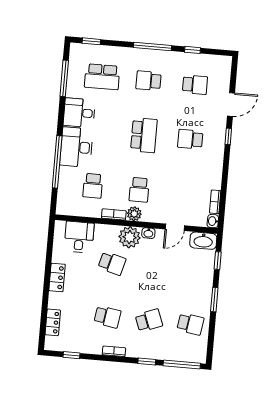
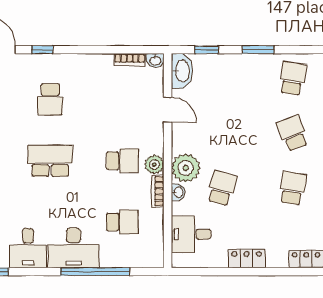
washbasin: (148, 233) -> (178, 192), moved

